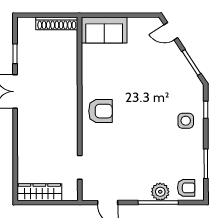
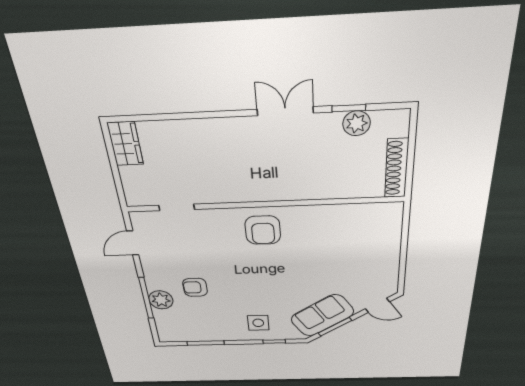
sofa: (104, 30) -> (322, 316), moved, turned 57
door: (171, 31) -> (377, 305), swing flipped
plant: (25, 49) -> (357, 123), added
armchair: (186, 188) -> (195, 287), moved, turned 90
wardrobe: (39, 192) -> (125, 144), width x0.67

